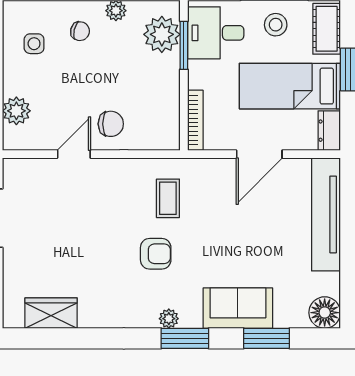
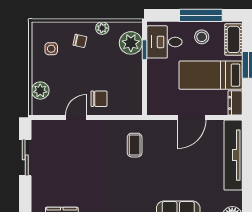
window: (184, 45) -> (145, 50), width x0.67
bookcase: (195, 120) -> (152, 96), removed
armchair: (156, 254) -> (127, 180), removed

